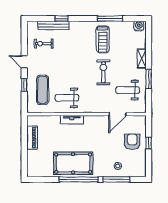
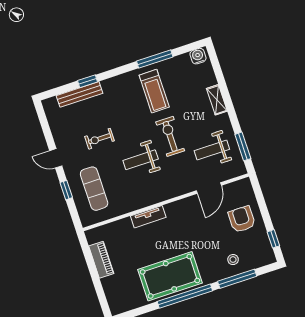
exercise bike: (44, 44) -> (100, 139), moved
window: (149, 79) -> (243, 146), moved
weight bench: (67, 98) -> (141, 160), moved
window: (149, 143) -> (273, 239), moved

